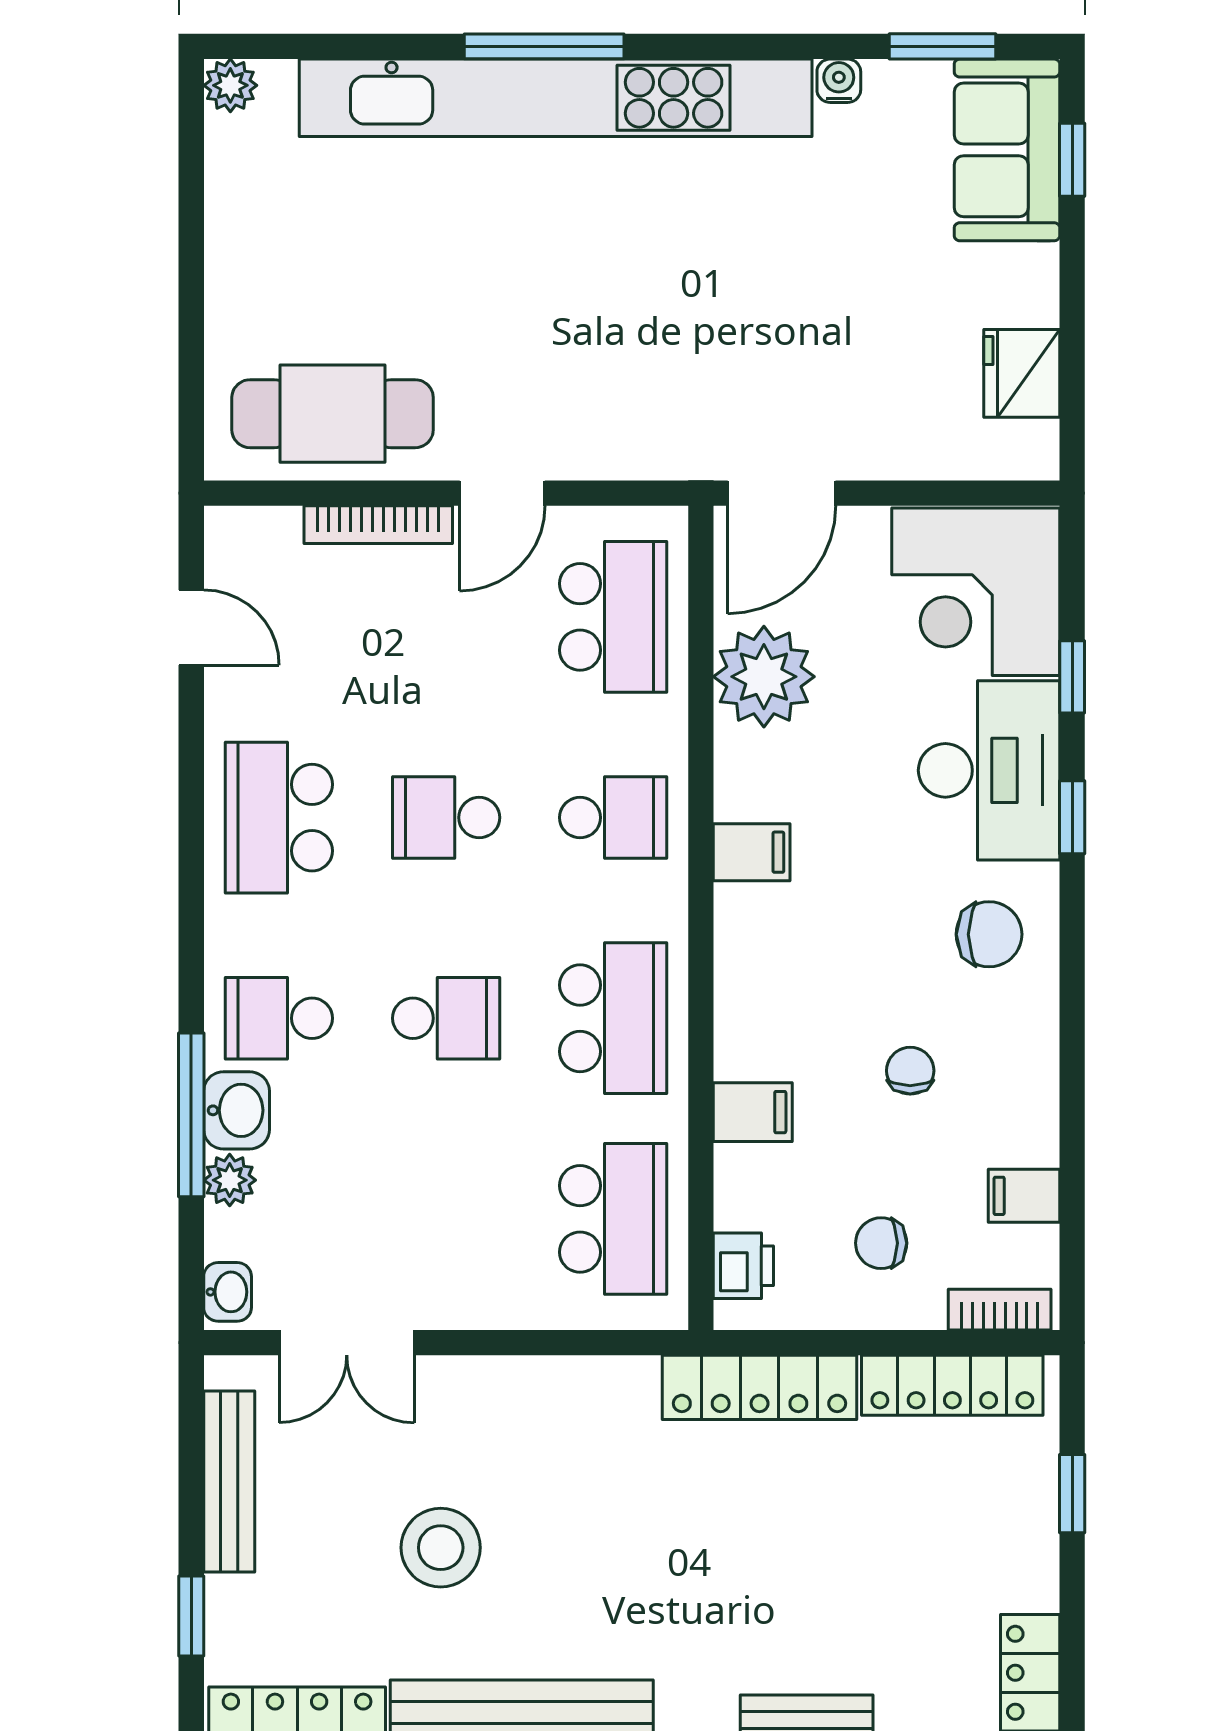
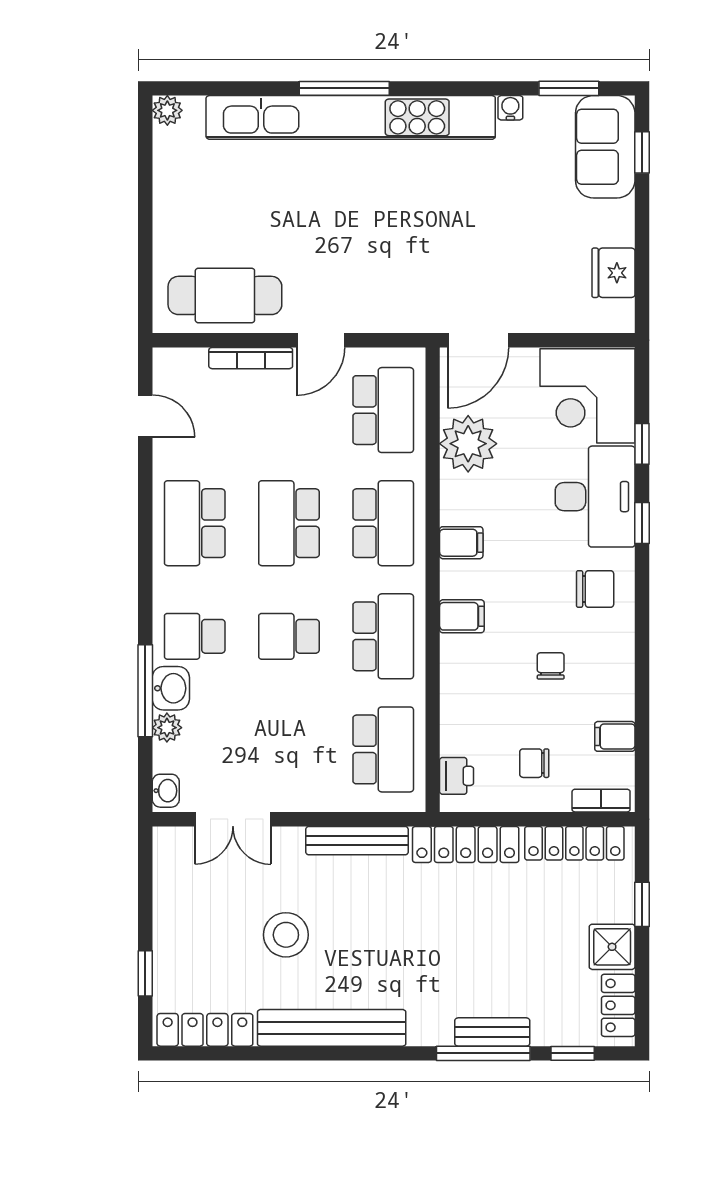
school desk: (446, 818) -> (289, 523), width x1.85
school desk: (613, 818) -> (383, 523), width x1.85
school desk: (446, 1018) -> (289, 636), turned 180
filing cabinet: (753, 1112) -> (462, 616), moved
bench: (229, 1482) -> (357, 841), moved, turned 90
shower: (1019, 1569) -> (612, 947), added

